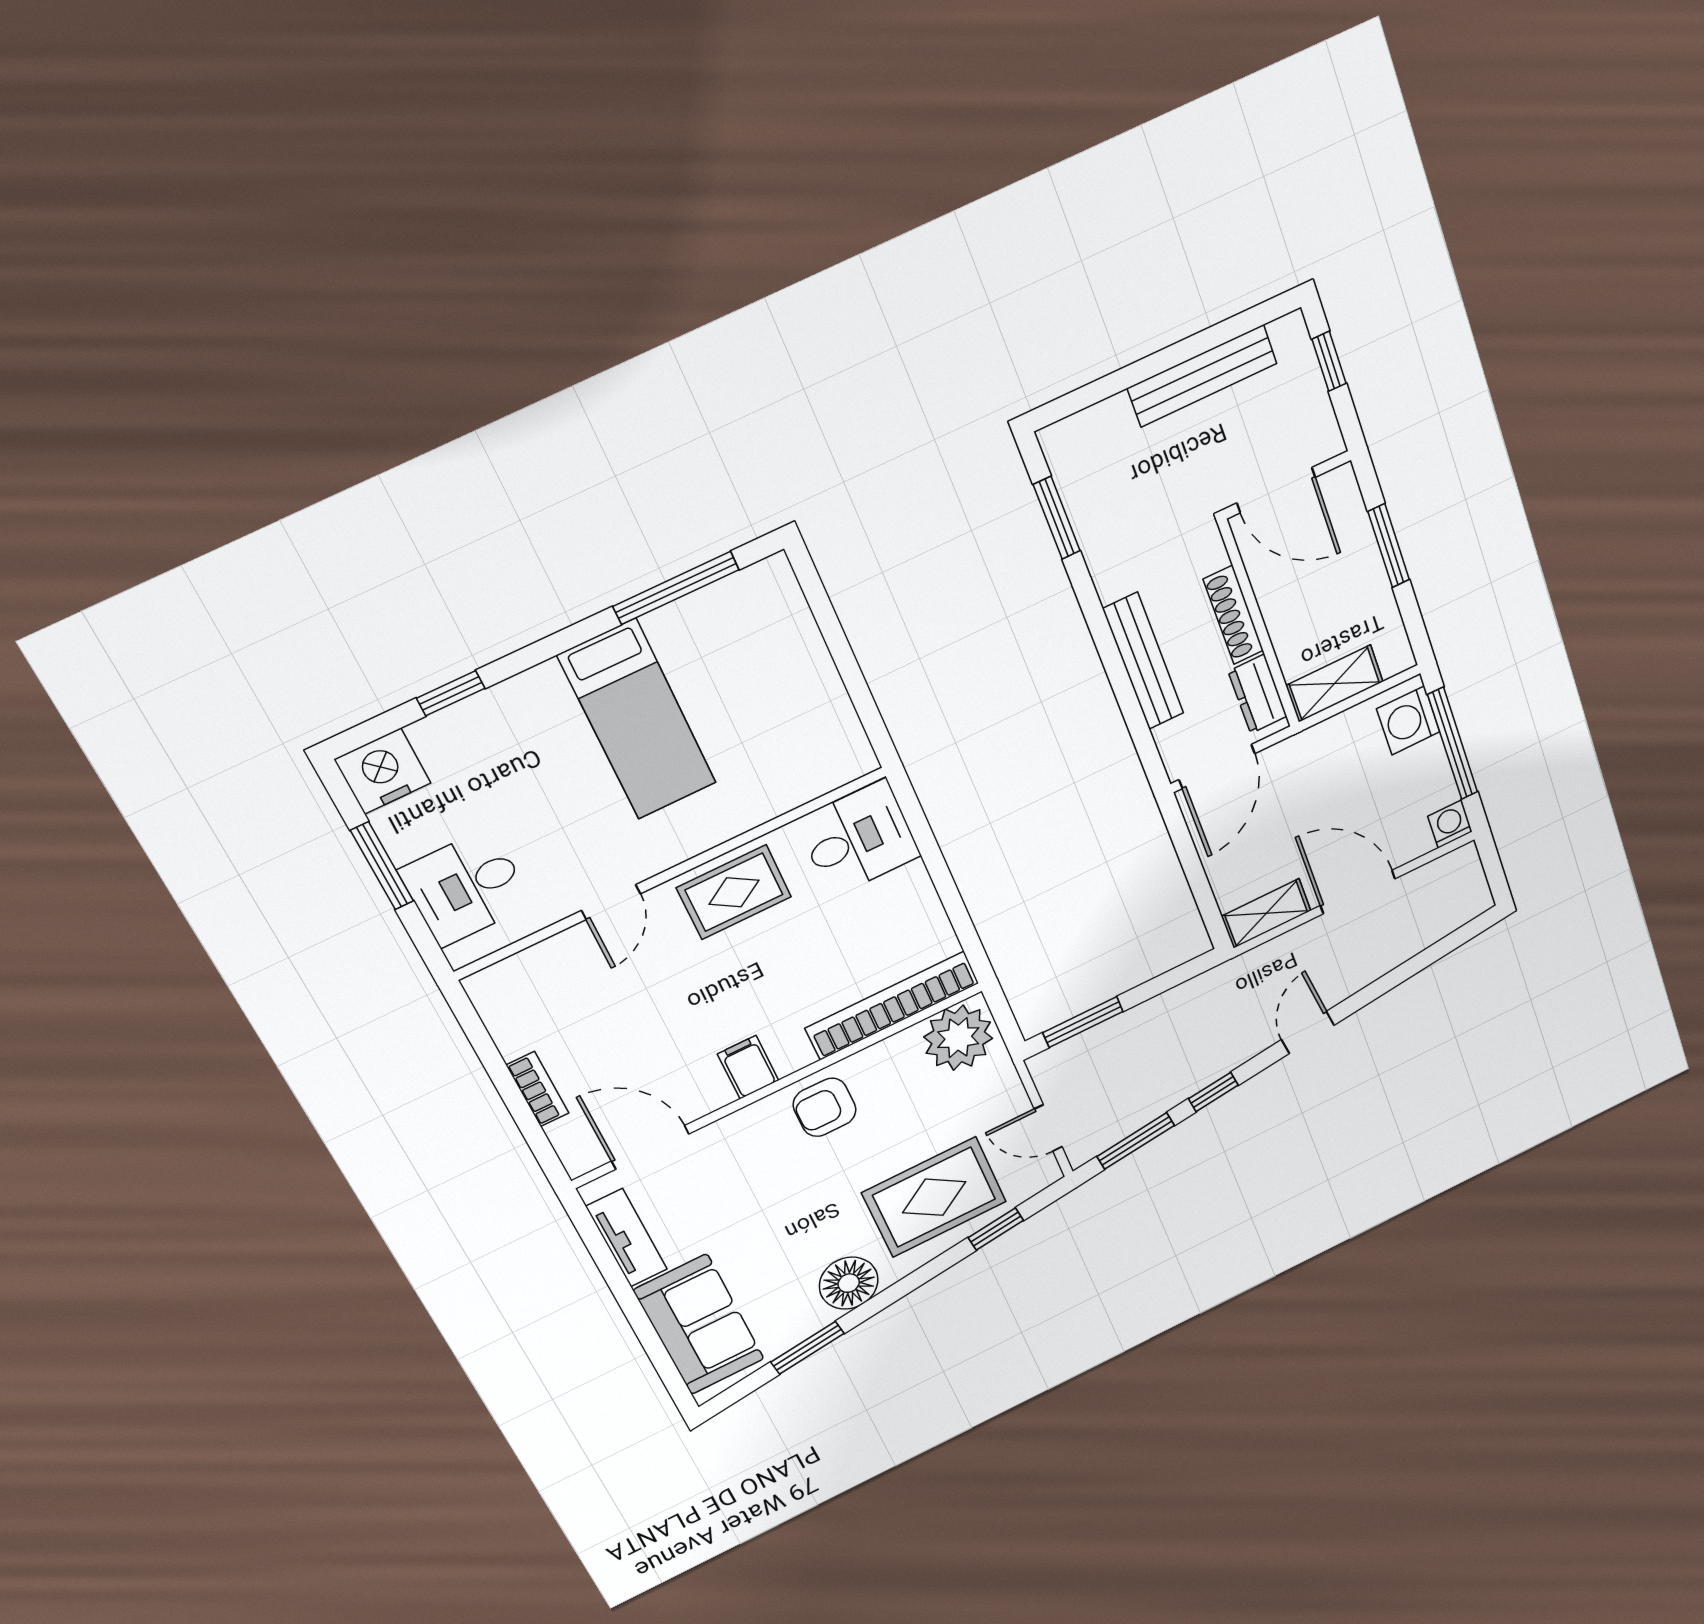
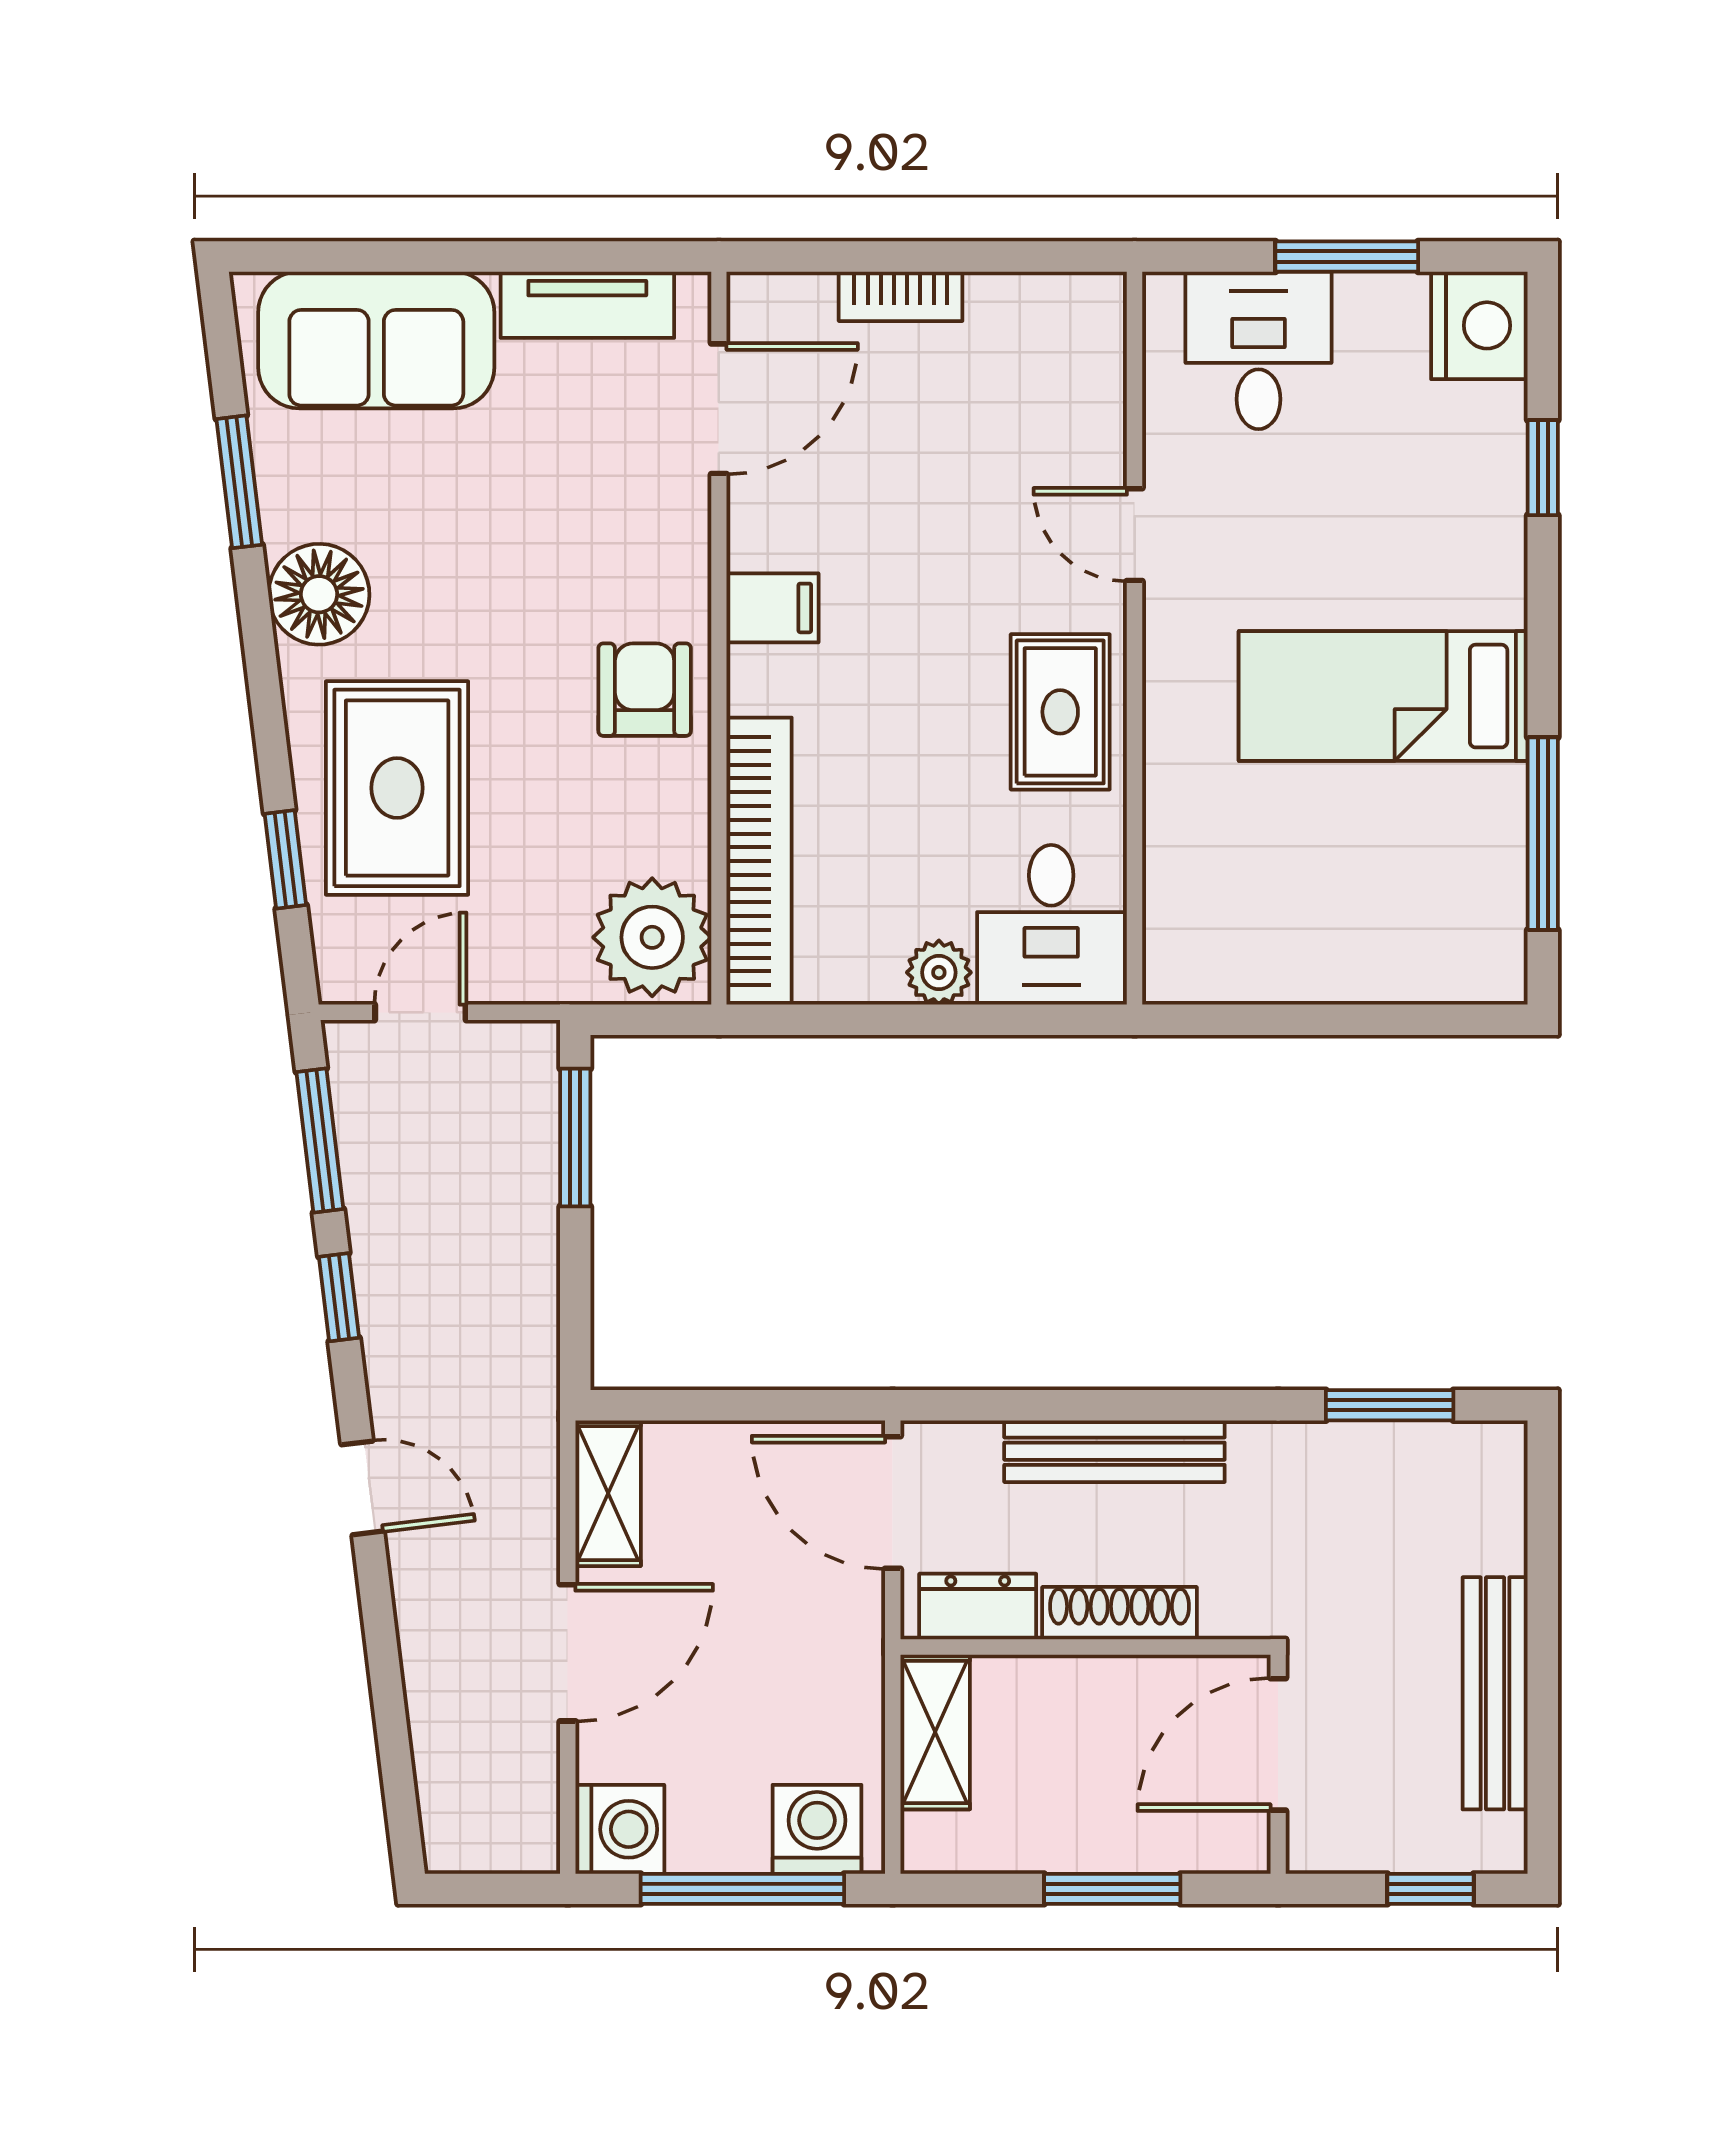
washing machine: (1450, 824) -> (620, 1829), width x1.38, depth x1.38
plant: (912, 884) -> (939, 972), added

